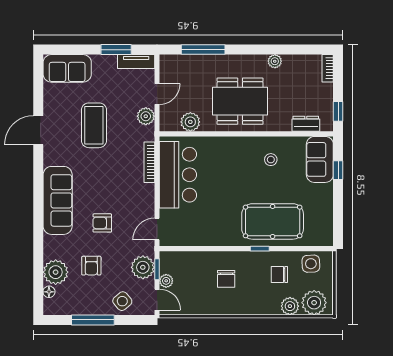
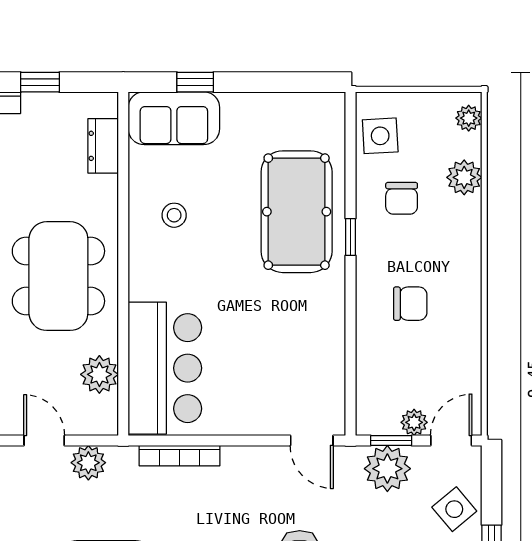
window: (338, 111) -> (40, 82), moved
bar counter: (178, 175) -> (165, 368), moved, turned 90
plant: (314, 303) -> (469, 118), width x0.53, depth x0.53

